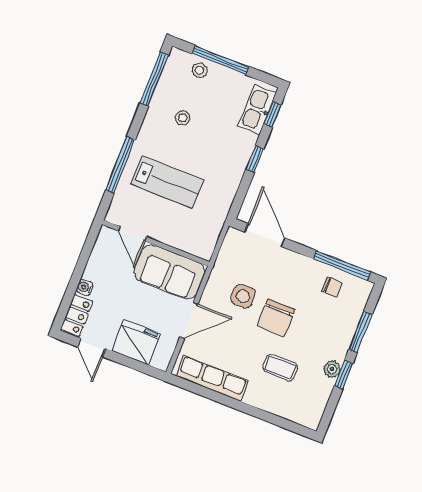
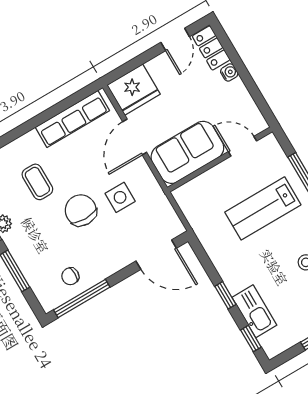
kitchen sink: (257, 110) -> (254, 311), moved
fridge: (136, 342) -> (134, 90), moved
door: (92, 348) -> (175, 39), swing flipped
coffee table: (280, 367) -> (37, 182), turned 90

